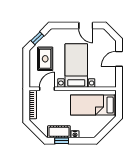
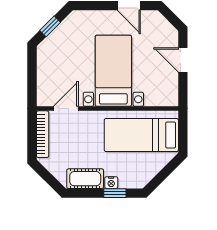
rug: (45, 59) -> (63, 60), removed
door: (119, 59) -> (183, 60), hinge flipped
window: (62, 141) -> (115, 193), moved

